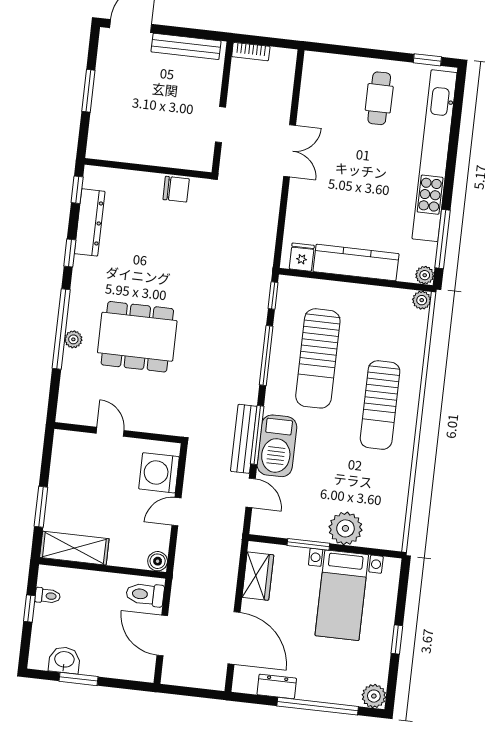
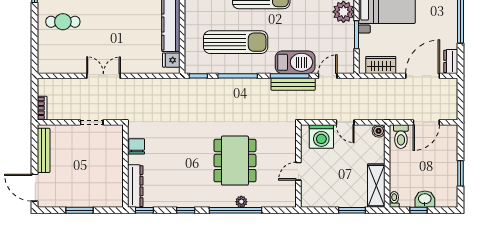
dresser: (90, 222) -> (135, 186), moved, turned 90
toilet: (48, 596) -> (394, 199), moved
washbasin: (64, 660) -> (425, 199), moved, turned 90
dresser: (277, 686) -> (451, 61), moved

